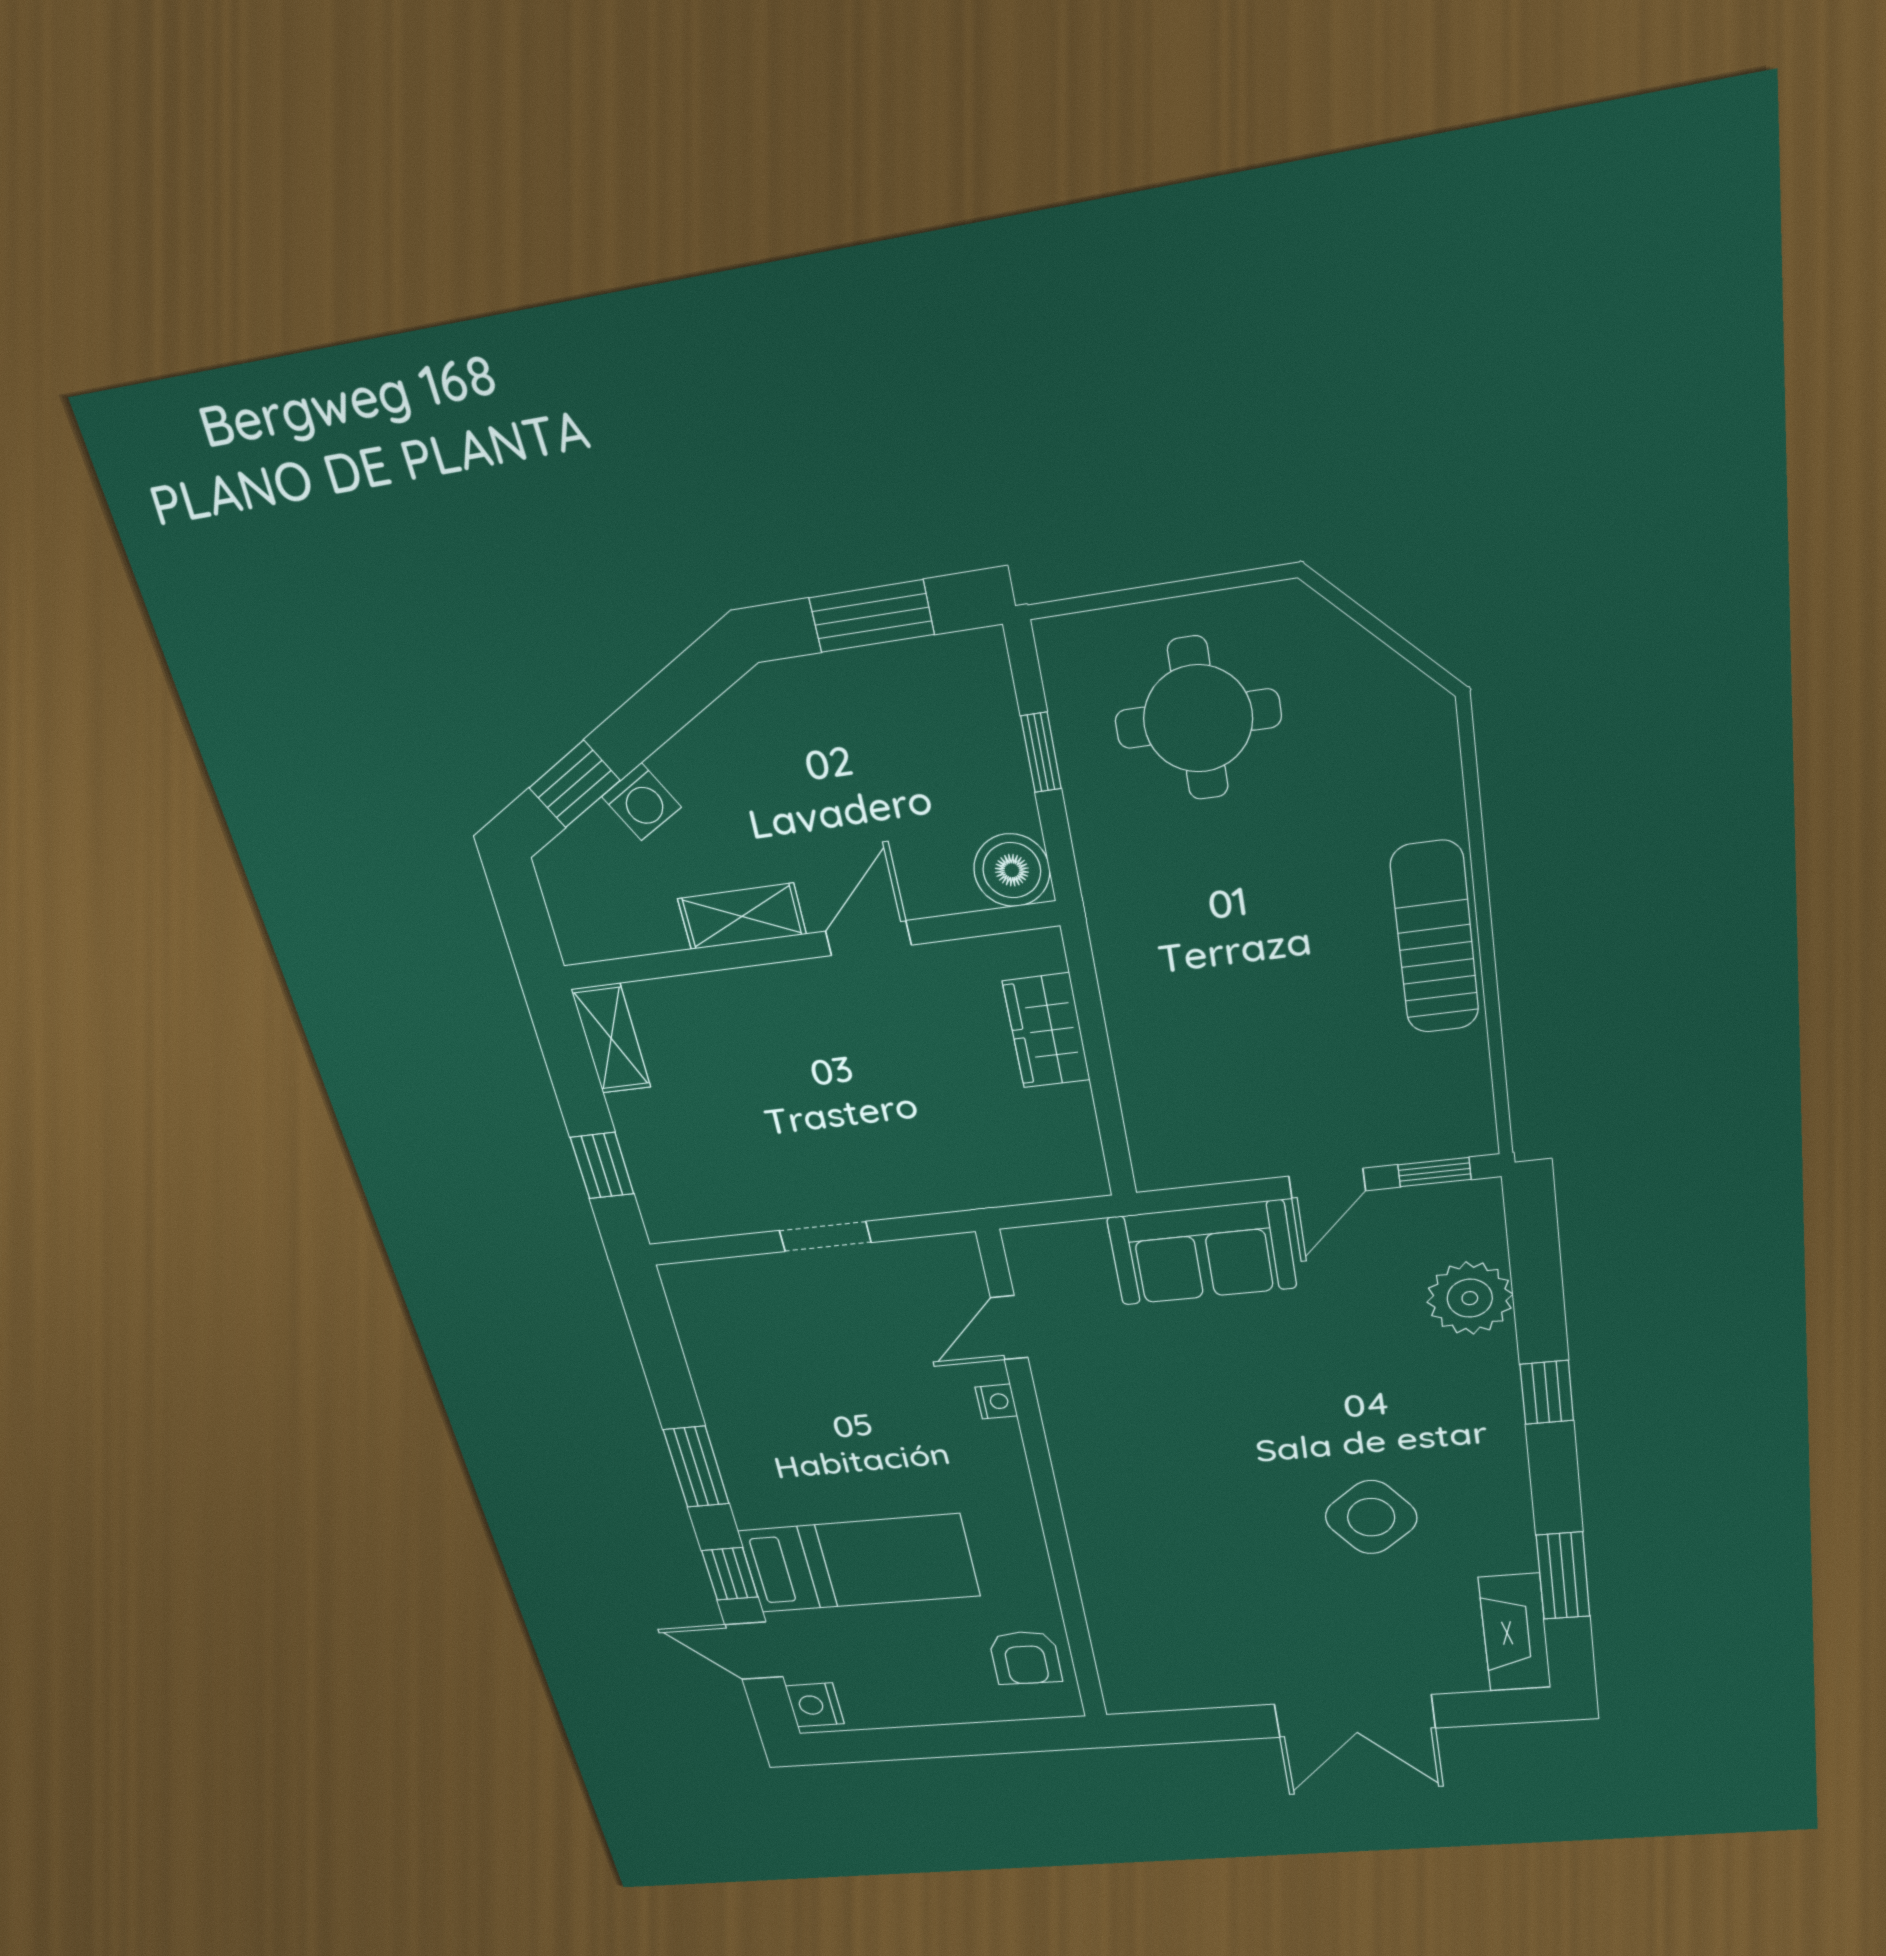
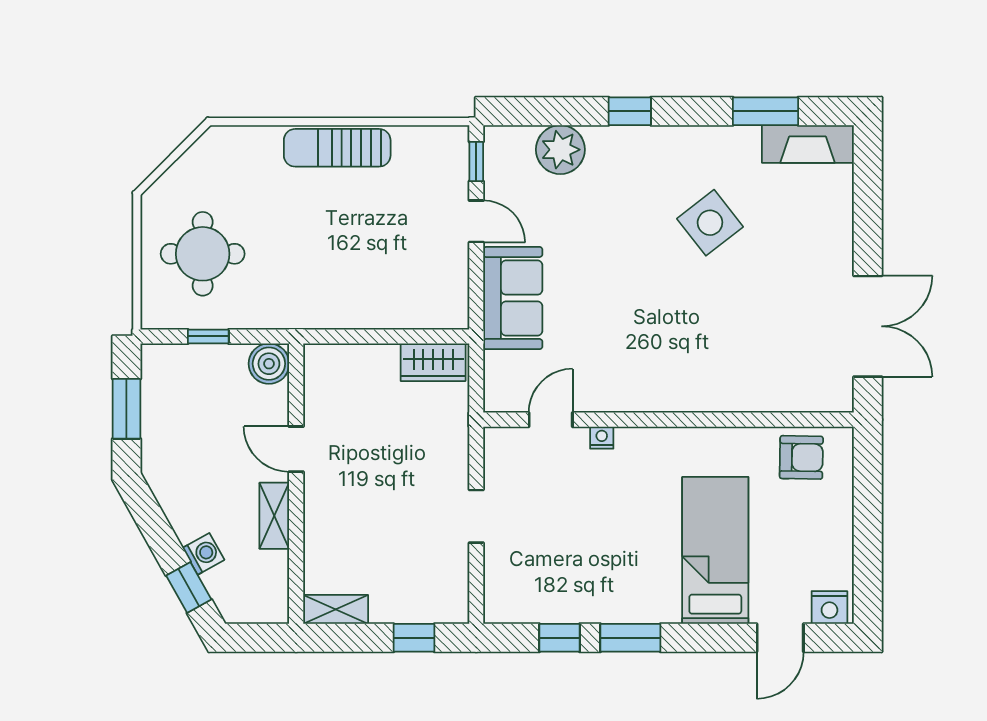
wardrobe: (1046, 1031) -> (433, 362), moved
door: (1009, 1328) -> (551, 420), swing flipped
window: (730, 1574) -> (559, 638), moved
double door: (1355, 1716) -> (868, 326), moved

